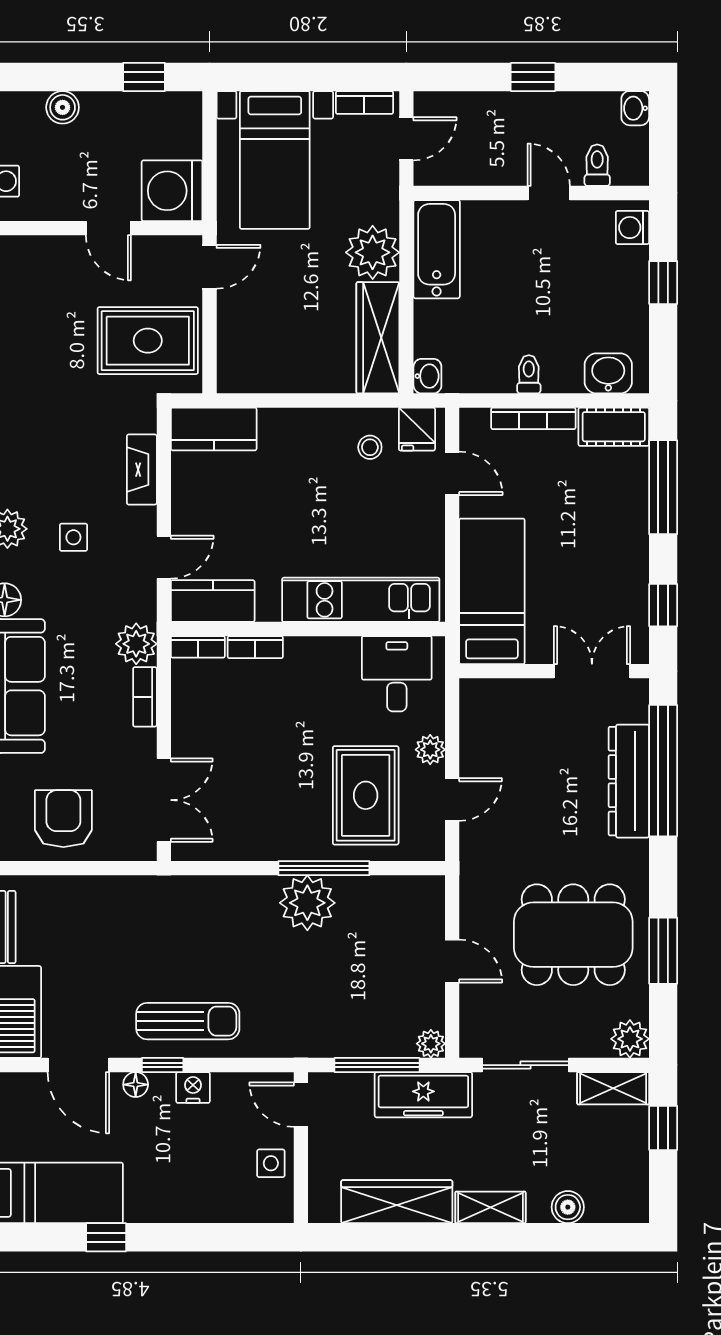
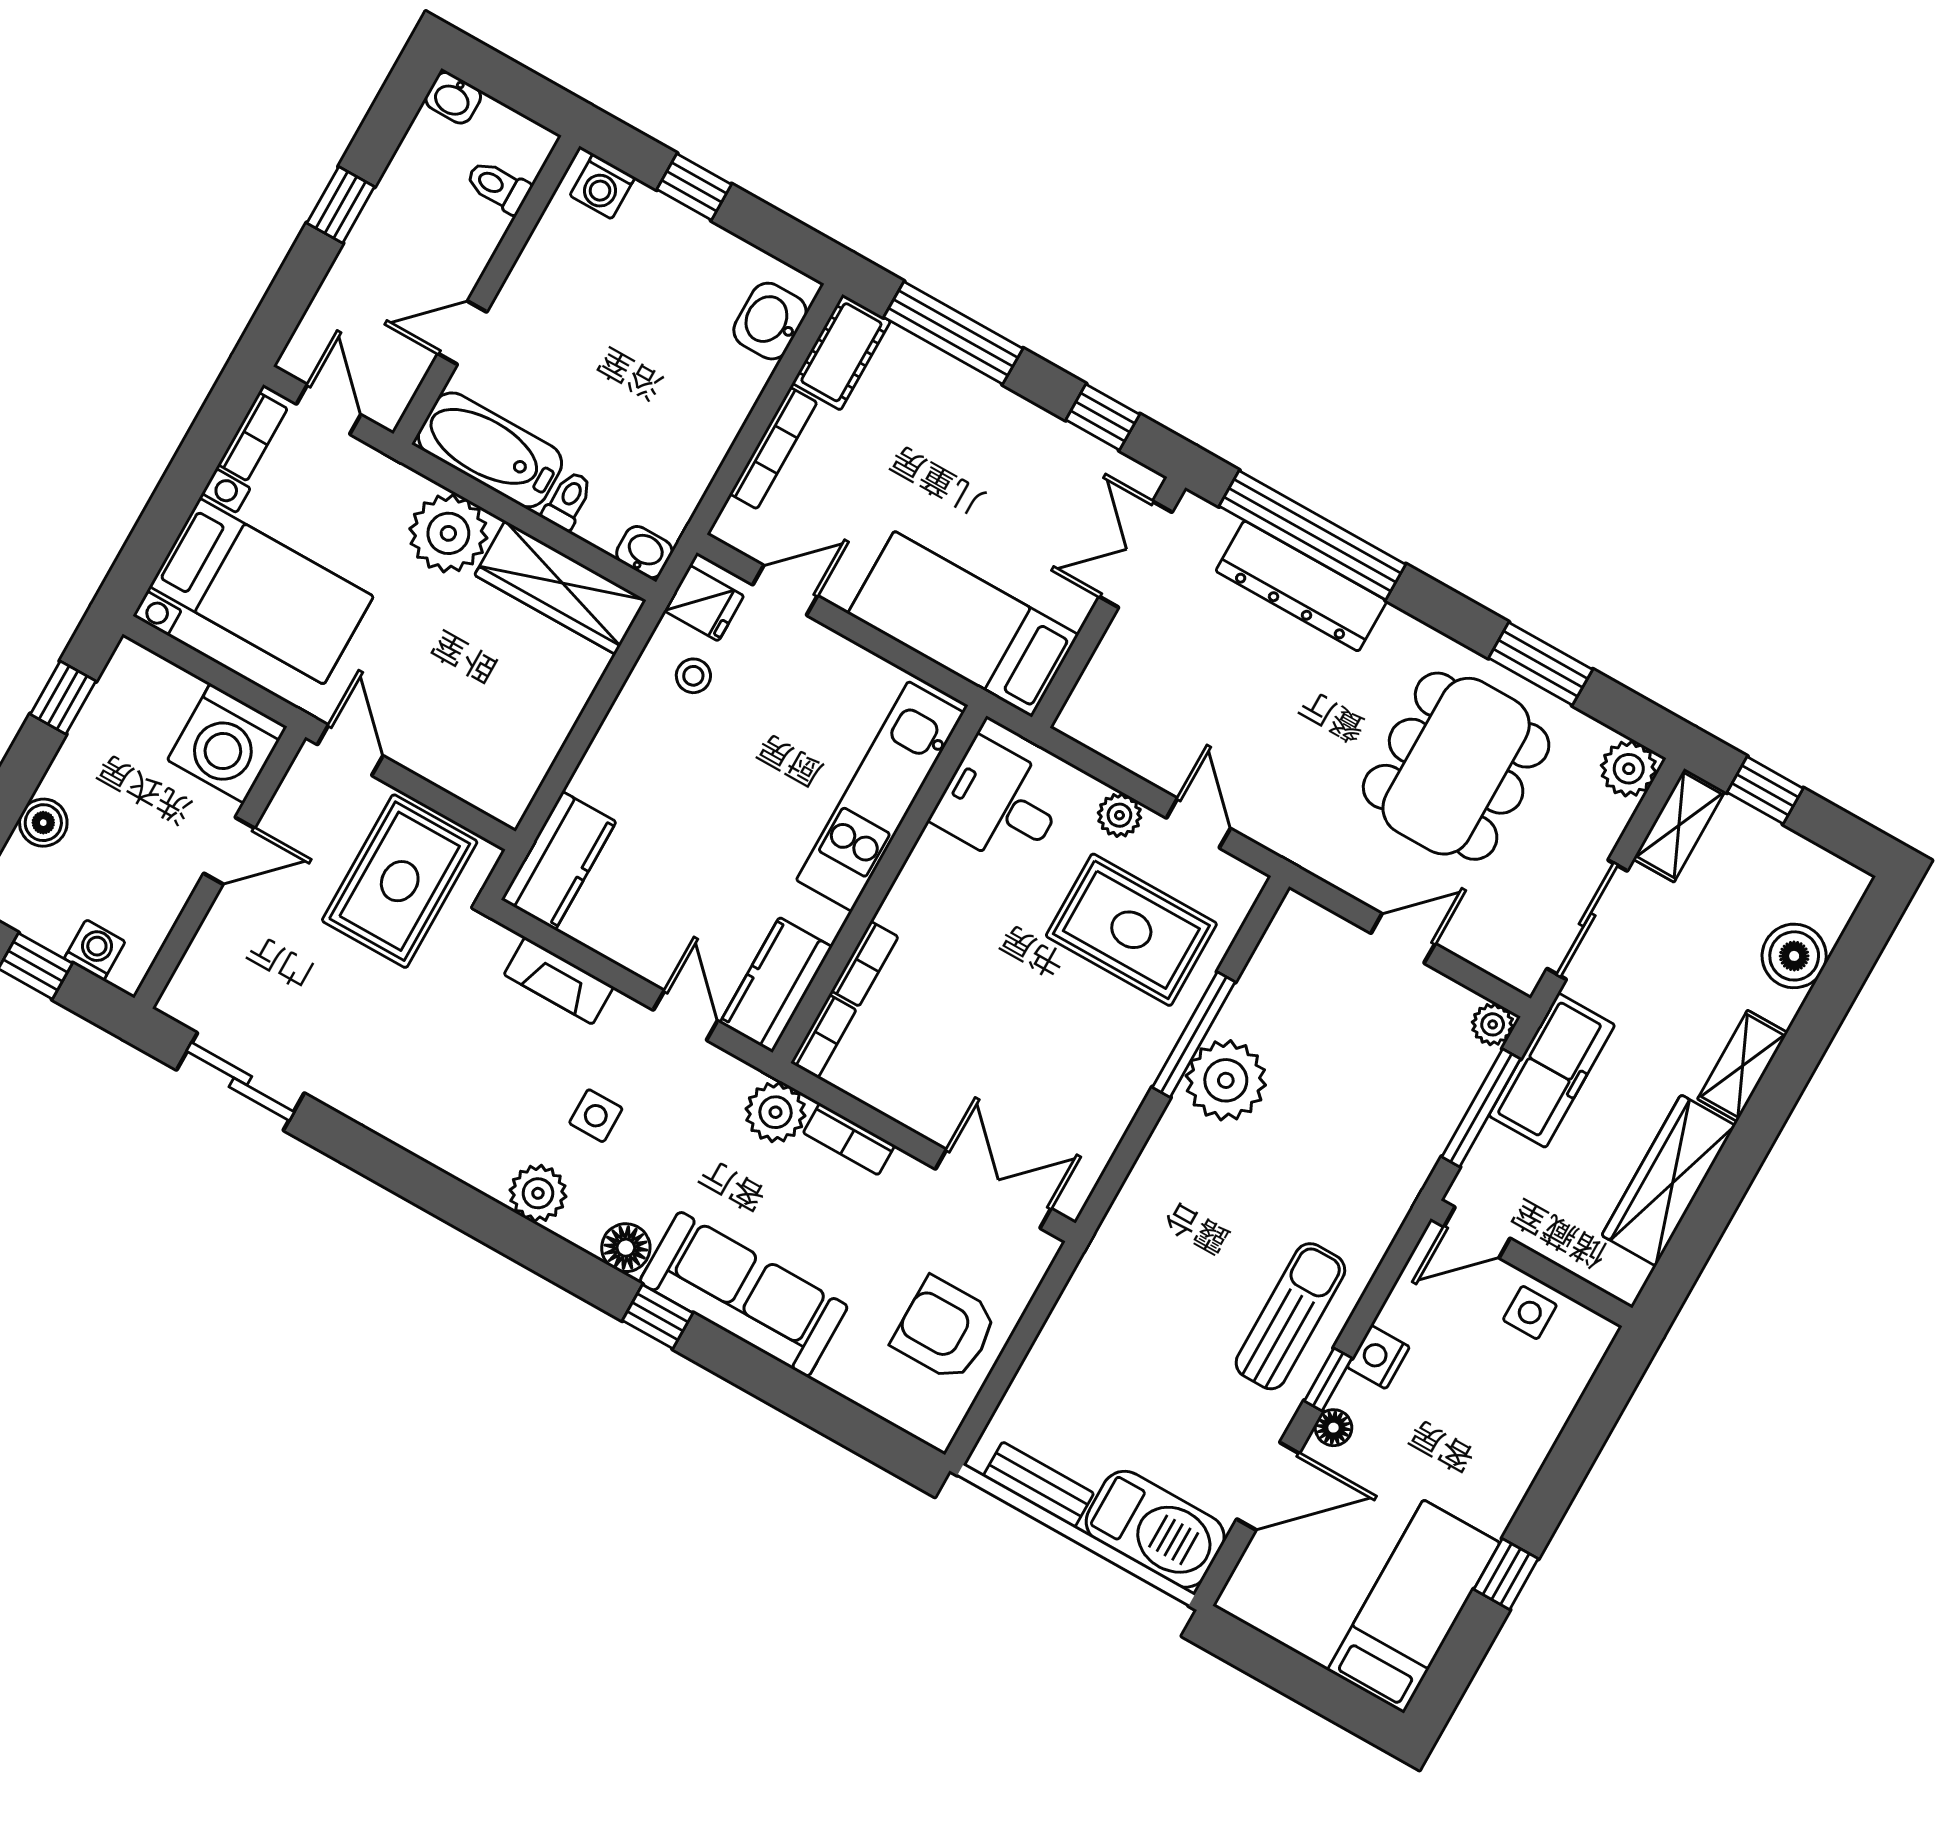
door: (549, 193) -> (462, 333), moved
toilet: (529, 374) -> (568, 500), moved, turned 90
boiler: (568, 1207) -> (1794, 956), width x1.36, depth x1.36

